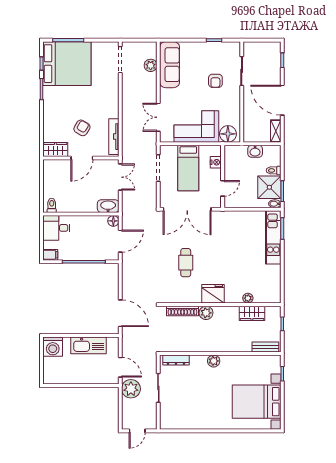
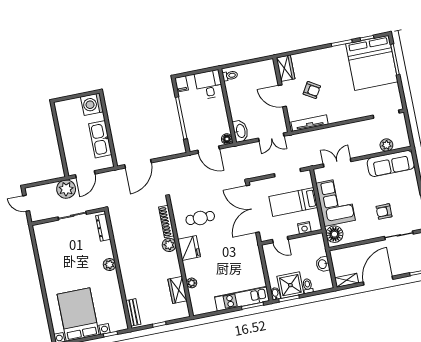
fridge: (213, 294) -> (189, 248), moved
plant: (248, 298) -> (192, 283), moved
wall: (220, 305) -> (180, 257), moved
shoe rack: (182, 311) -> (166, 221), moved
plant: (206, 313) -> (169, 245), moved
wardrobe: (252, 313) -> (178, 290), moved

